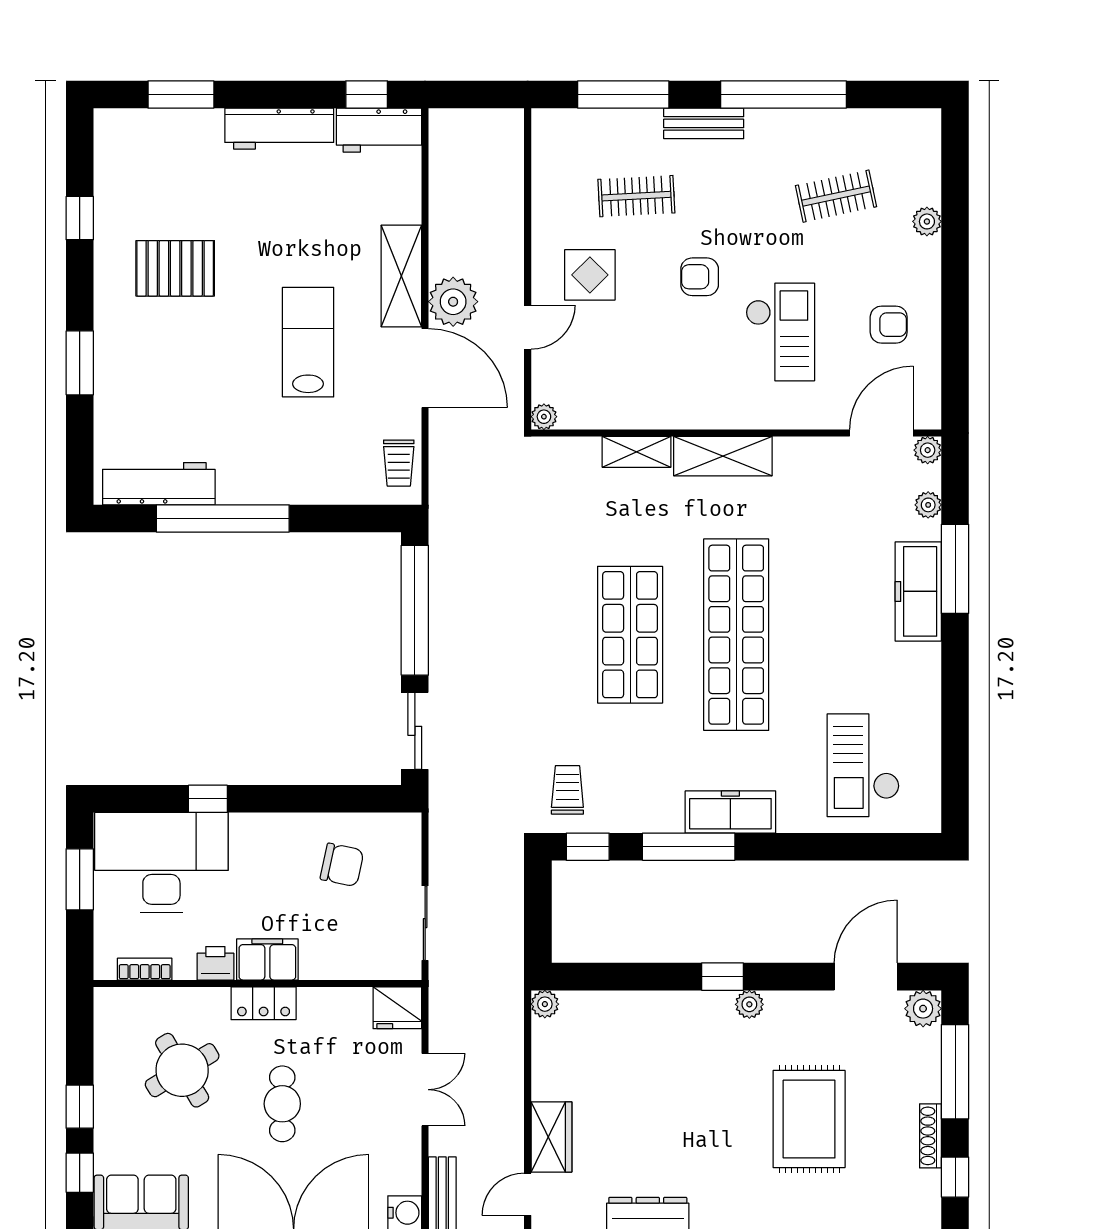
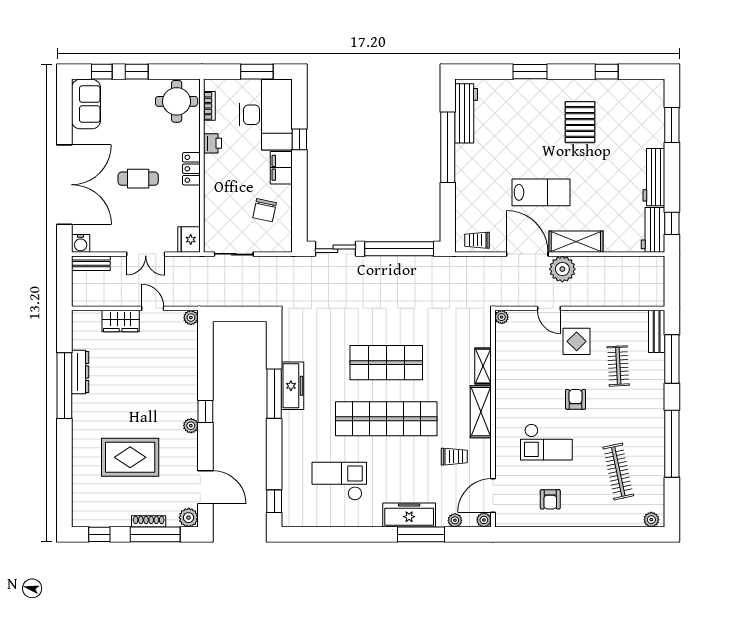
bench: (704, 123) -> (657, 331), moved
clothes rail: (836, 196) -> (618, 472), width x1.36
plant: (927, 221) -> (651, 520), moved
door: (425, 368) -> (527, 254), swing flipped
door: (881, 433) -> (493, 495), swing flipped
checkout: (863, 765) -> (339, 481), moved
trolley: (567, 790) -> (454, 457), moved
freezer: (730, 812) -> (292, 386), moved
window: (588, 847) -> (274, 501), moved
filing cabinet: (267, 959) -> (281, 168), moved, turned 180
round table: (182, 1070) -> (177, 101), moved, turned 31
shoe rack: (930, 1136) -> (149, 521), moved
door: (528, 1194) -> (153, 308), moved

